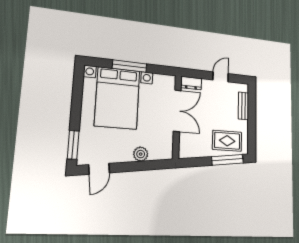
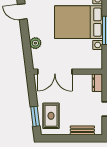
double door: (177, 111) -> (55, 72), moved
window: (227, 160) -> (35, 116), width x0.69

